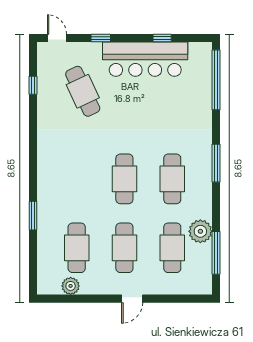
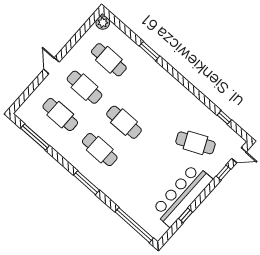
window: (101, 38) -> (224, 173), moved
plant: (200, 231) -> (55, 139), removed
plant: (71, 286) -> (103, 23), moved

